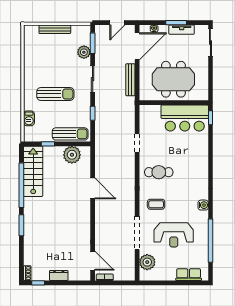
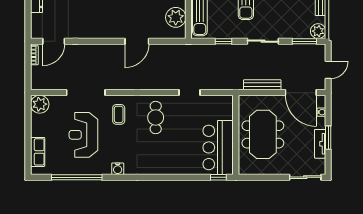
door: (117, 23) -> (328, 70), swing flipped
plant: (84, 52) -> (318, 31), moved
plant: (147, 262) -> (40, 104), moved

